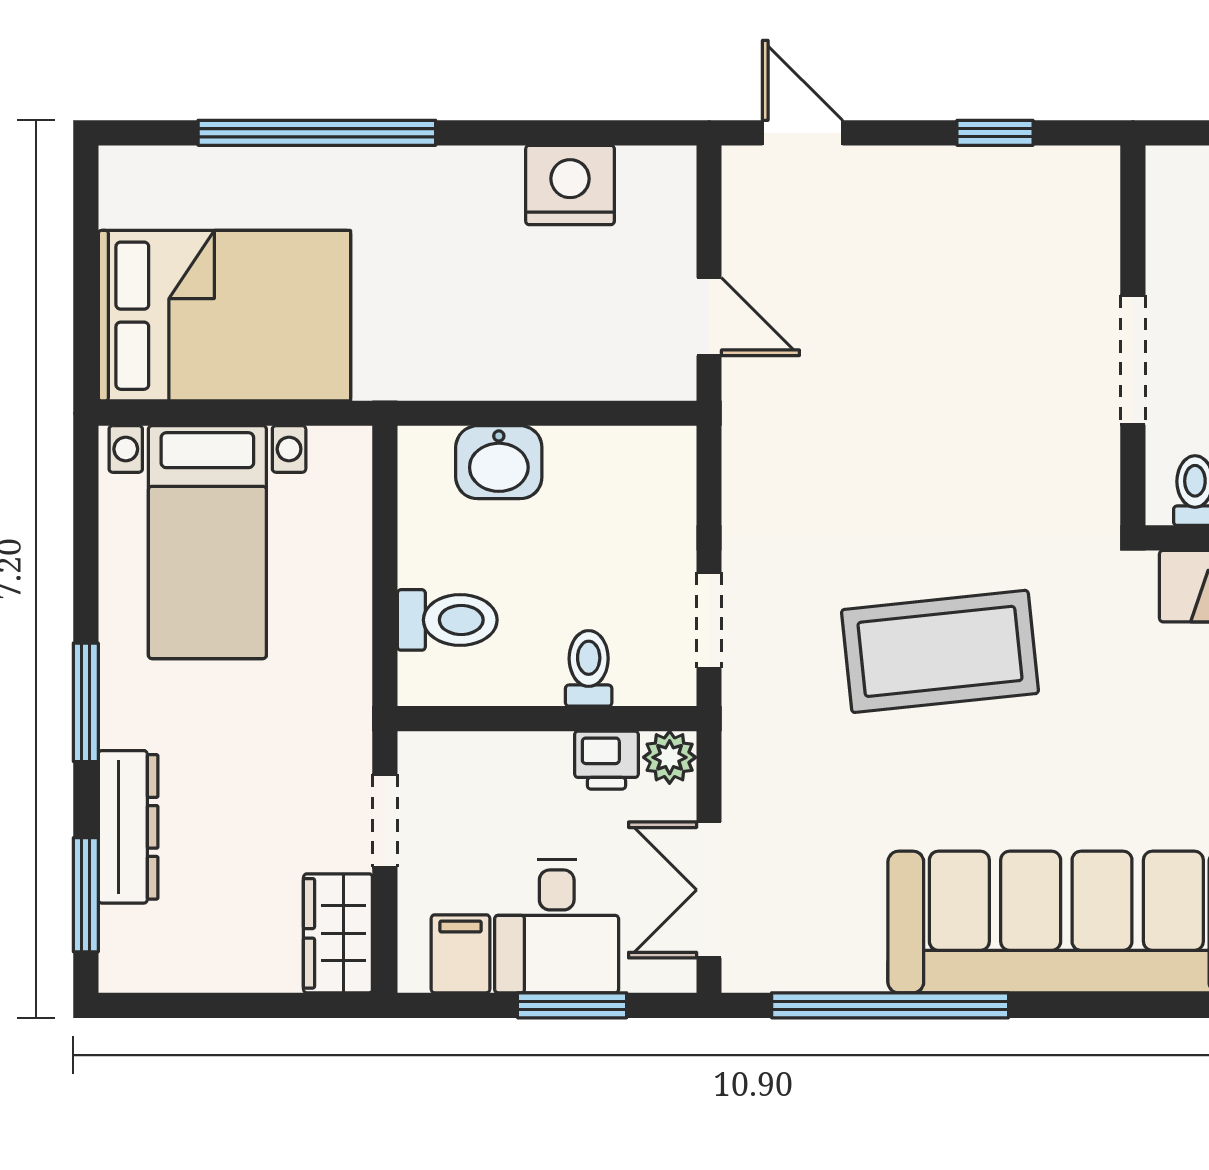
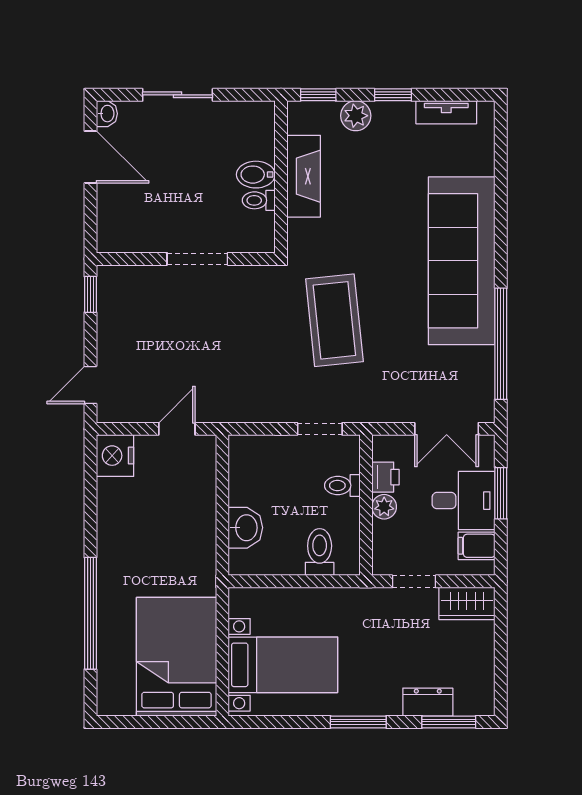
nightstand: (570, 185) -> (115, 456), moved
wall: (1133, 335) -> (186, 259), moved
doorway: (1133, 360) -> (197, 259), moved
plant: (670, 757) -> (384, 507), moved
dresser: (128, 827) -> (428, 702), width x0.70

